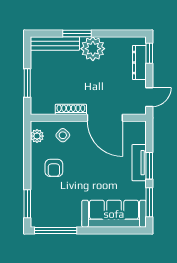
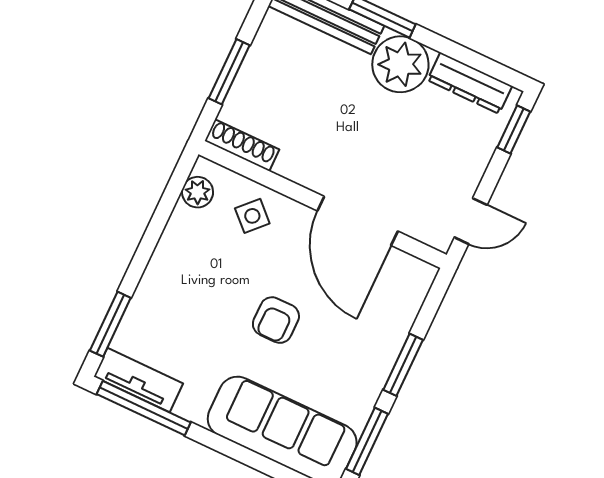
dresser: (139, 63) -> (470, 83), moved, turned -90
shoe rack: (71, 109) -> (242, 145), moved
tv unit: (139, 163) -> (138, 380), moved, turned 90
armchair: (54, 168) -> (276, 320), moved

